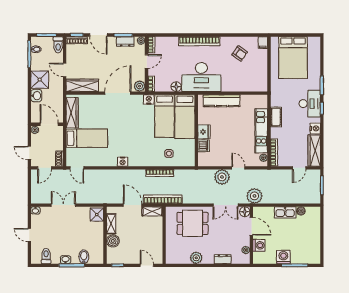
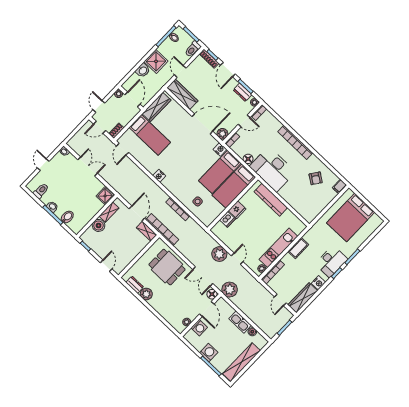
door: (299, 168) -> (280, 300), hinge flipped
shelving: (314, 241) -> (242, 362), added
dresser: (223, 259) -> (135, 285), moved

